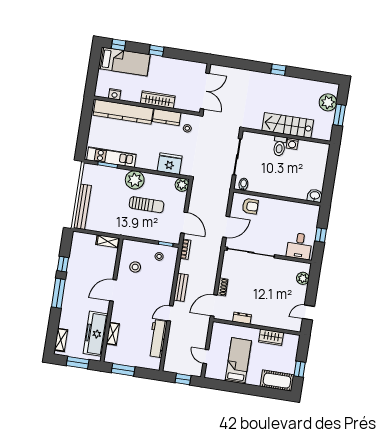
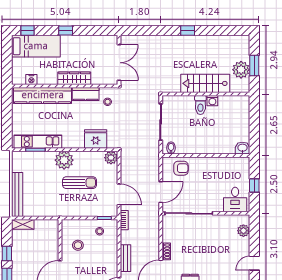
plant: (328, 102) -> (241, 70), moved
shelving: (108, 241) -> (23, 224), moved

